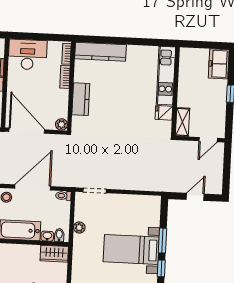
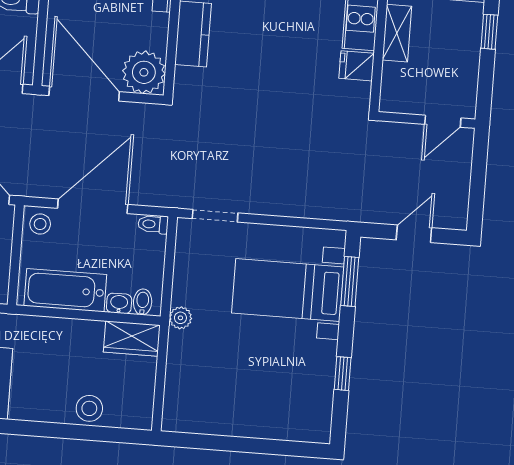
shelving: (182, 122) -> (397, 33), moved
plant: (61, 124) -> (144, 72), width x1.87, depth x1.87
plant: (79, 227) -> (180, 318), moved
window: (163, 241) -> (350, 281), moved
bed with nightstands: (131, 249) -> (288, 290), moved

